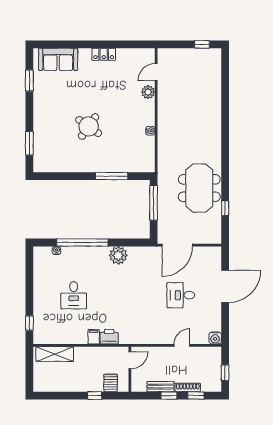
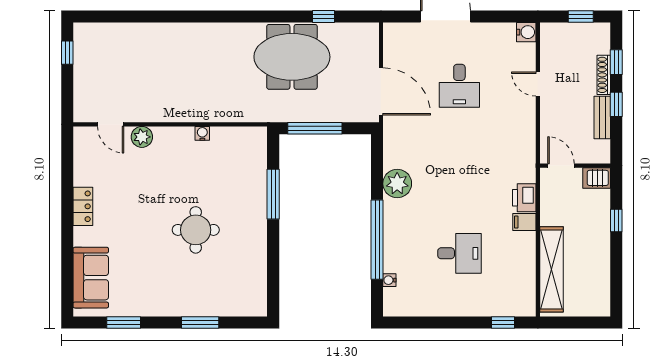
round table: (89, 126) -> (196, 230), turned -35
window: (29, 143) -> (200, 322), moved
shelving: (55, 354) -> (552, 269), width x1.47
server rack: (111, 383) -> (597, 178), moved

